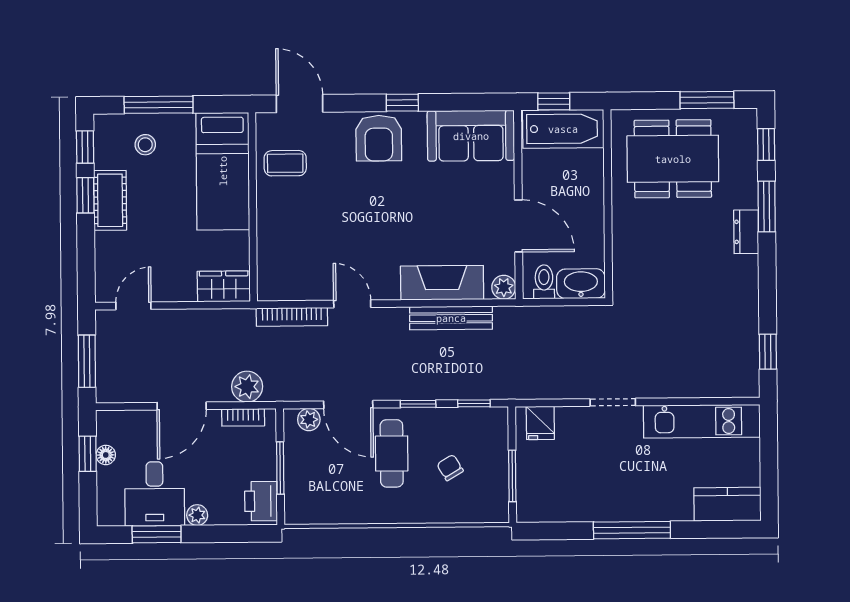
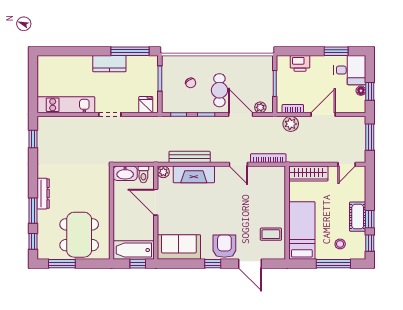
door: (300, 104) -> (250, 264), moved
dining table: (673, 159) -> (79, 235), turned 90
dresser: (746, 232) -> (43, 194), width x1.44
wardrobe: (224, 286) -> (308, 174), width x1.50
desk: (155, 494) -> (350, 70), moved, turned 90
printer: (261, 501) -> (300, 63), moved, turned 90
kitchen counter: (727, 504) -> (109, 64), moved
plant: (197, 515) -> (316, 61), removed
window: (632, 530) -> (130, 51), moved

